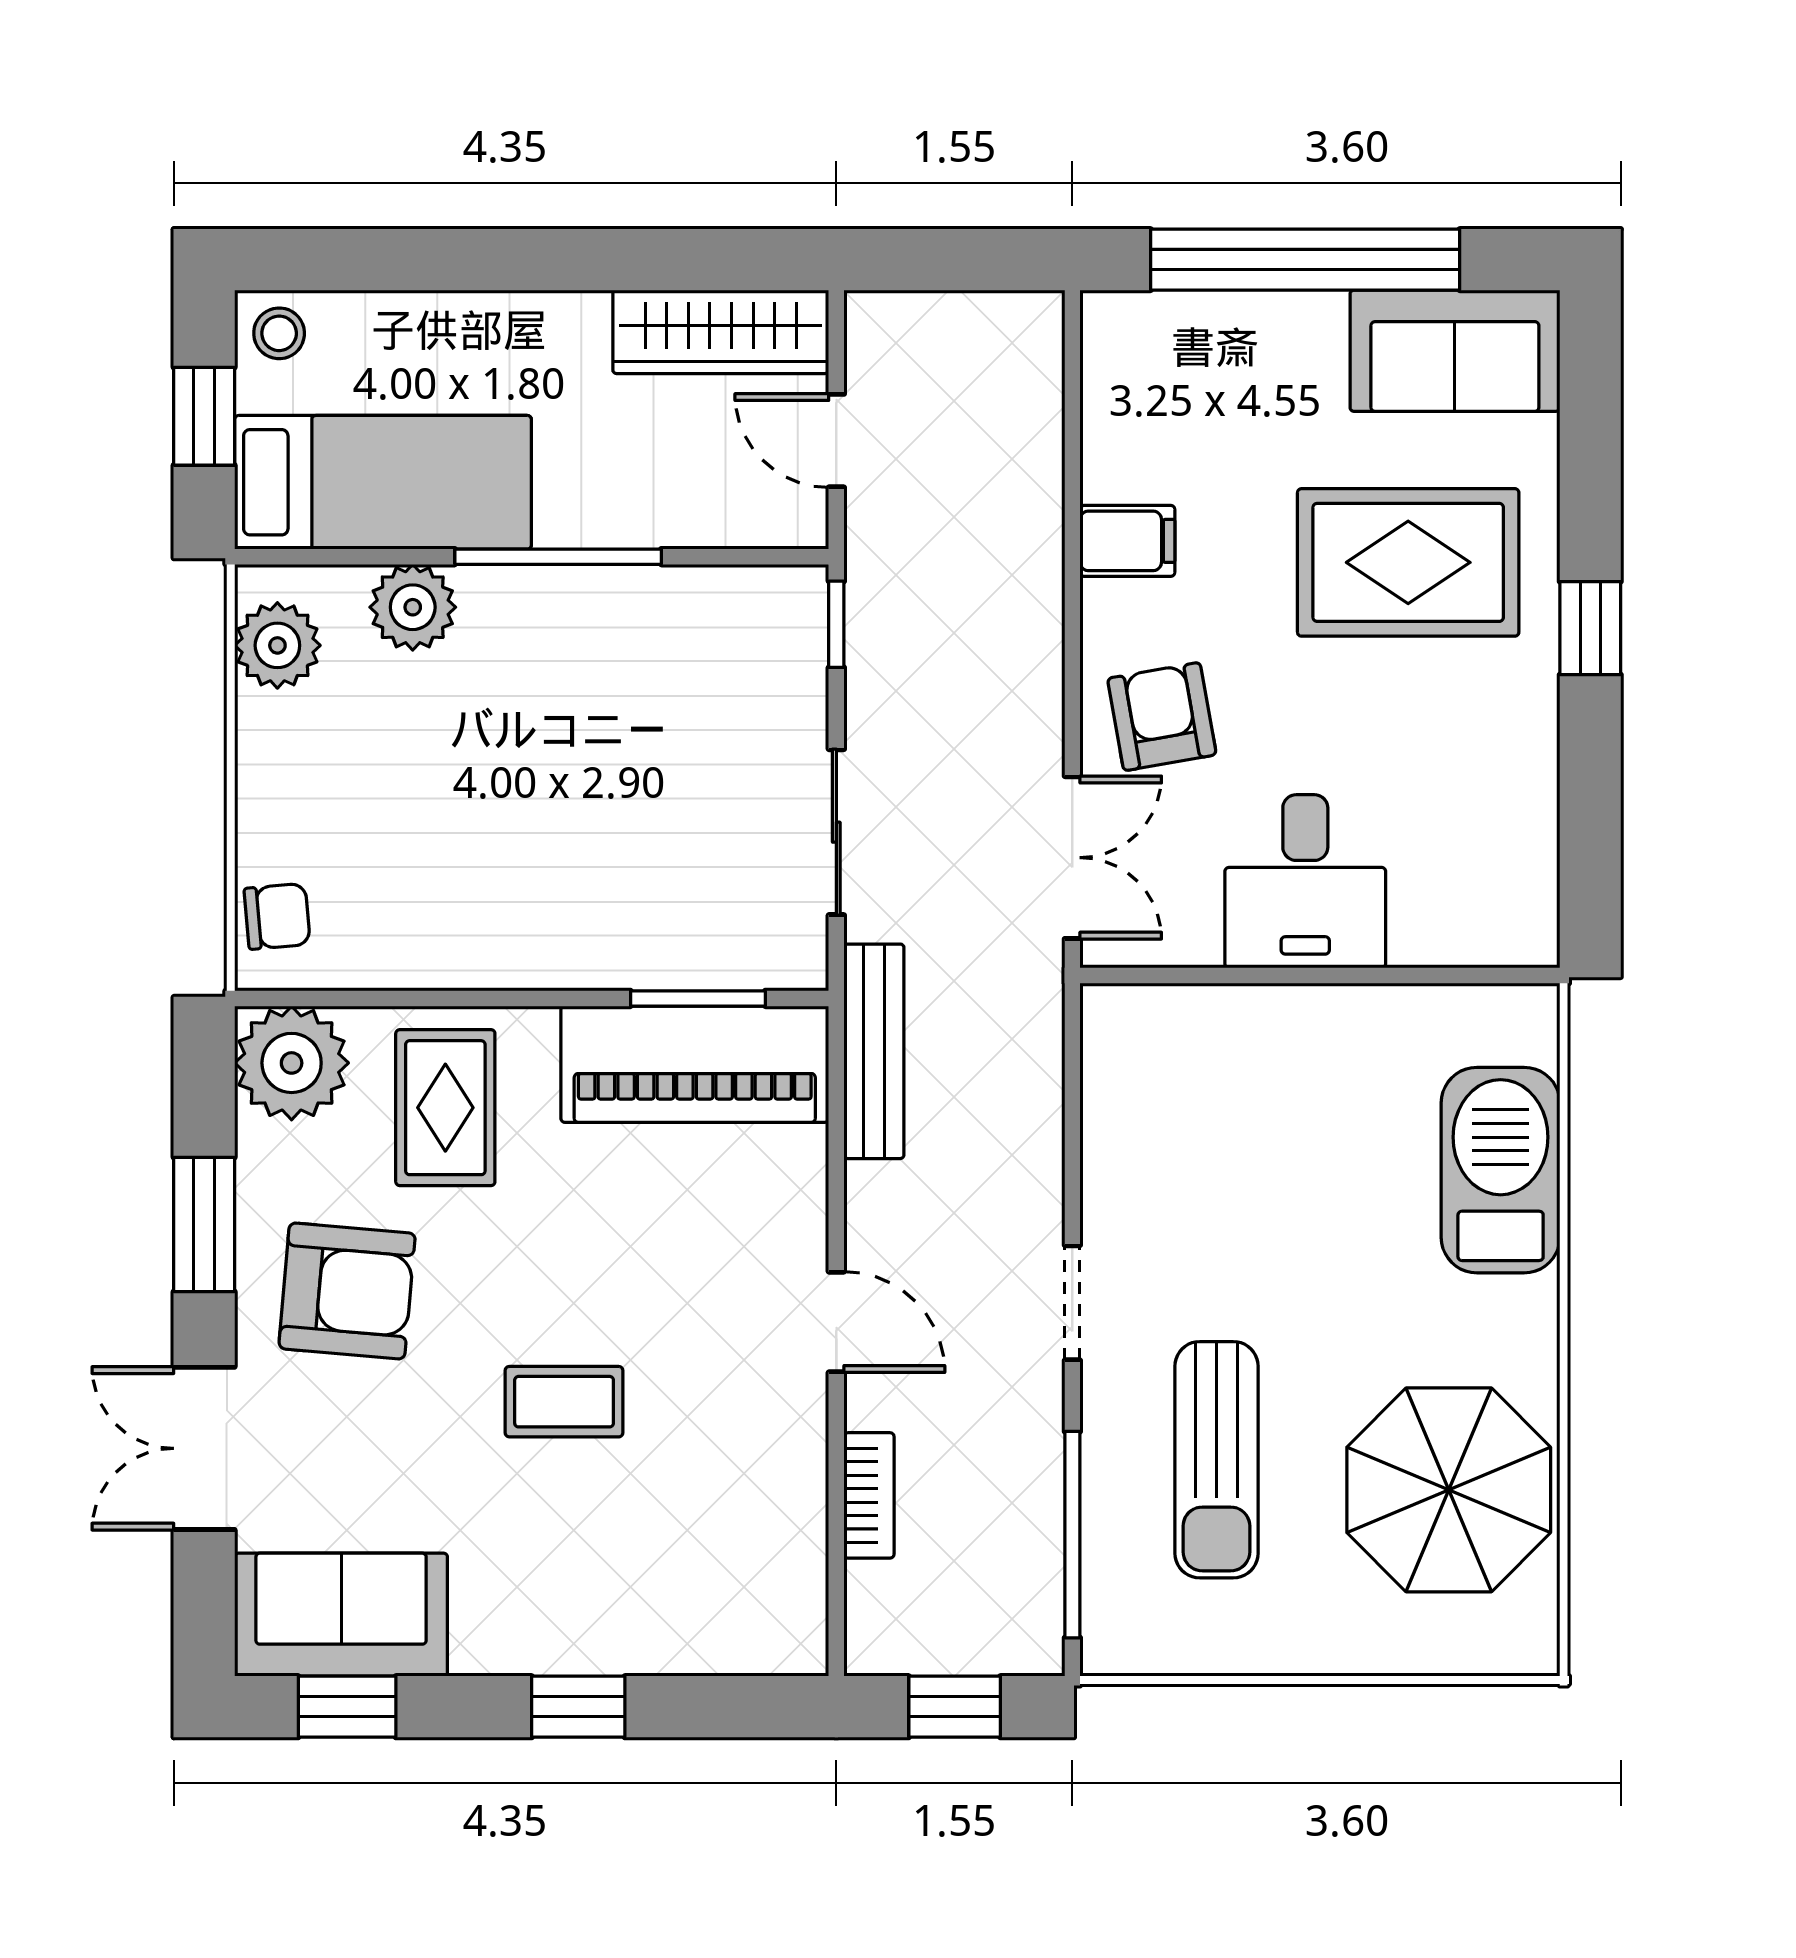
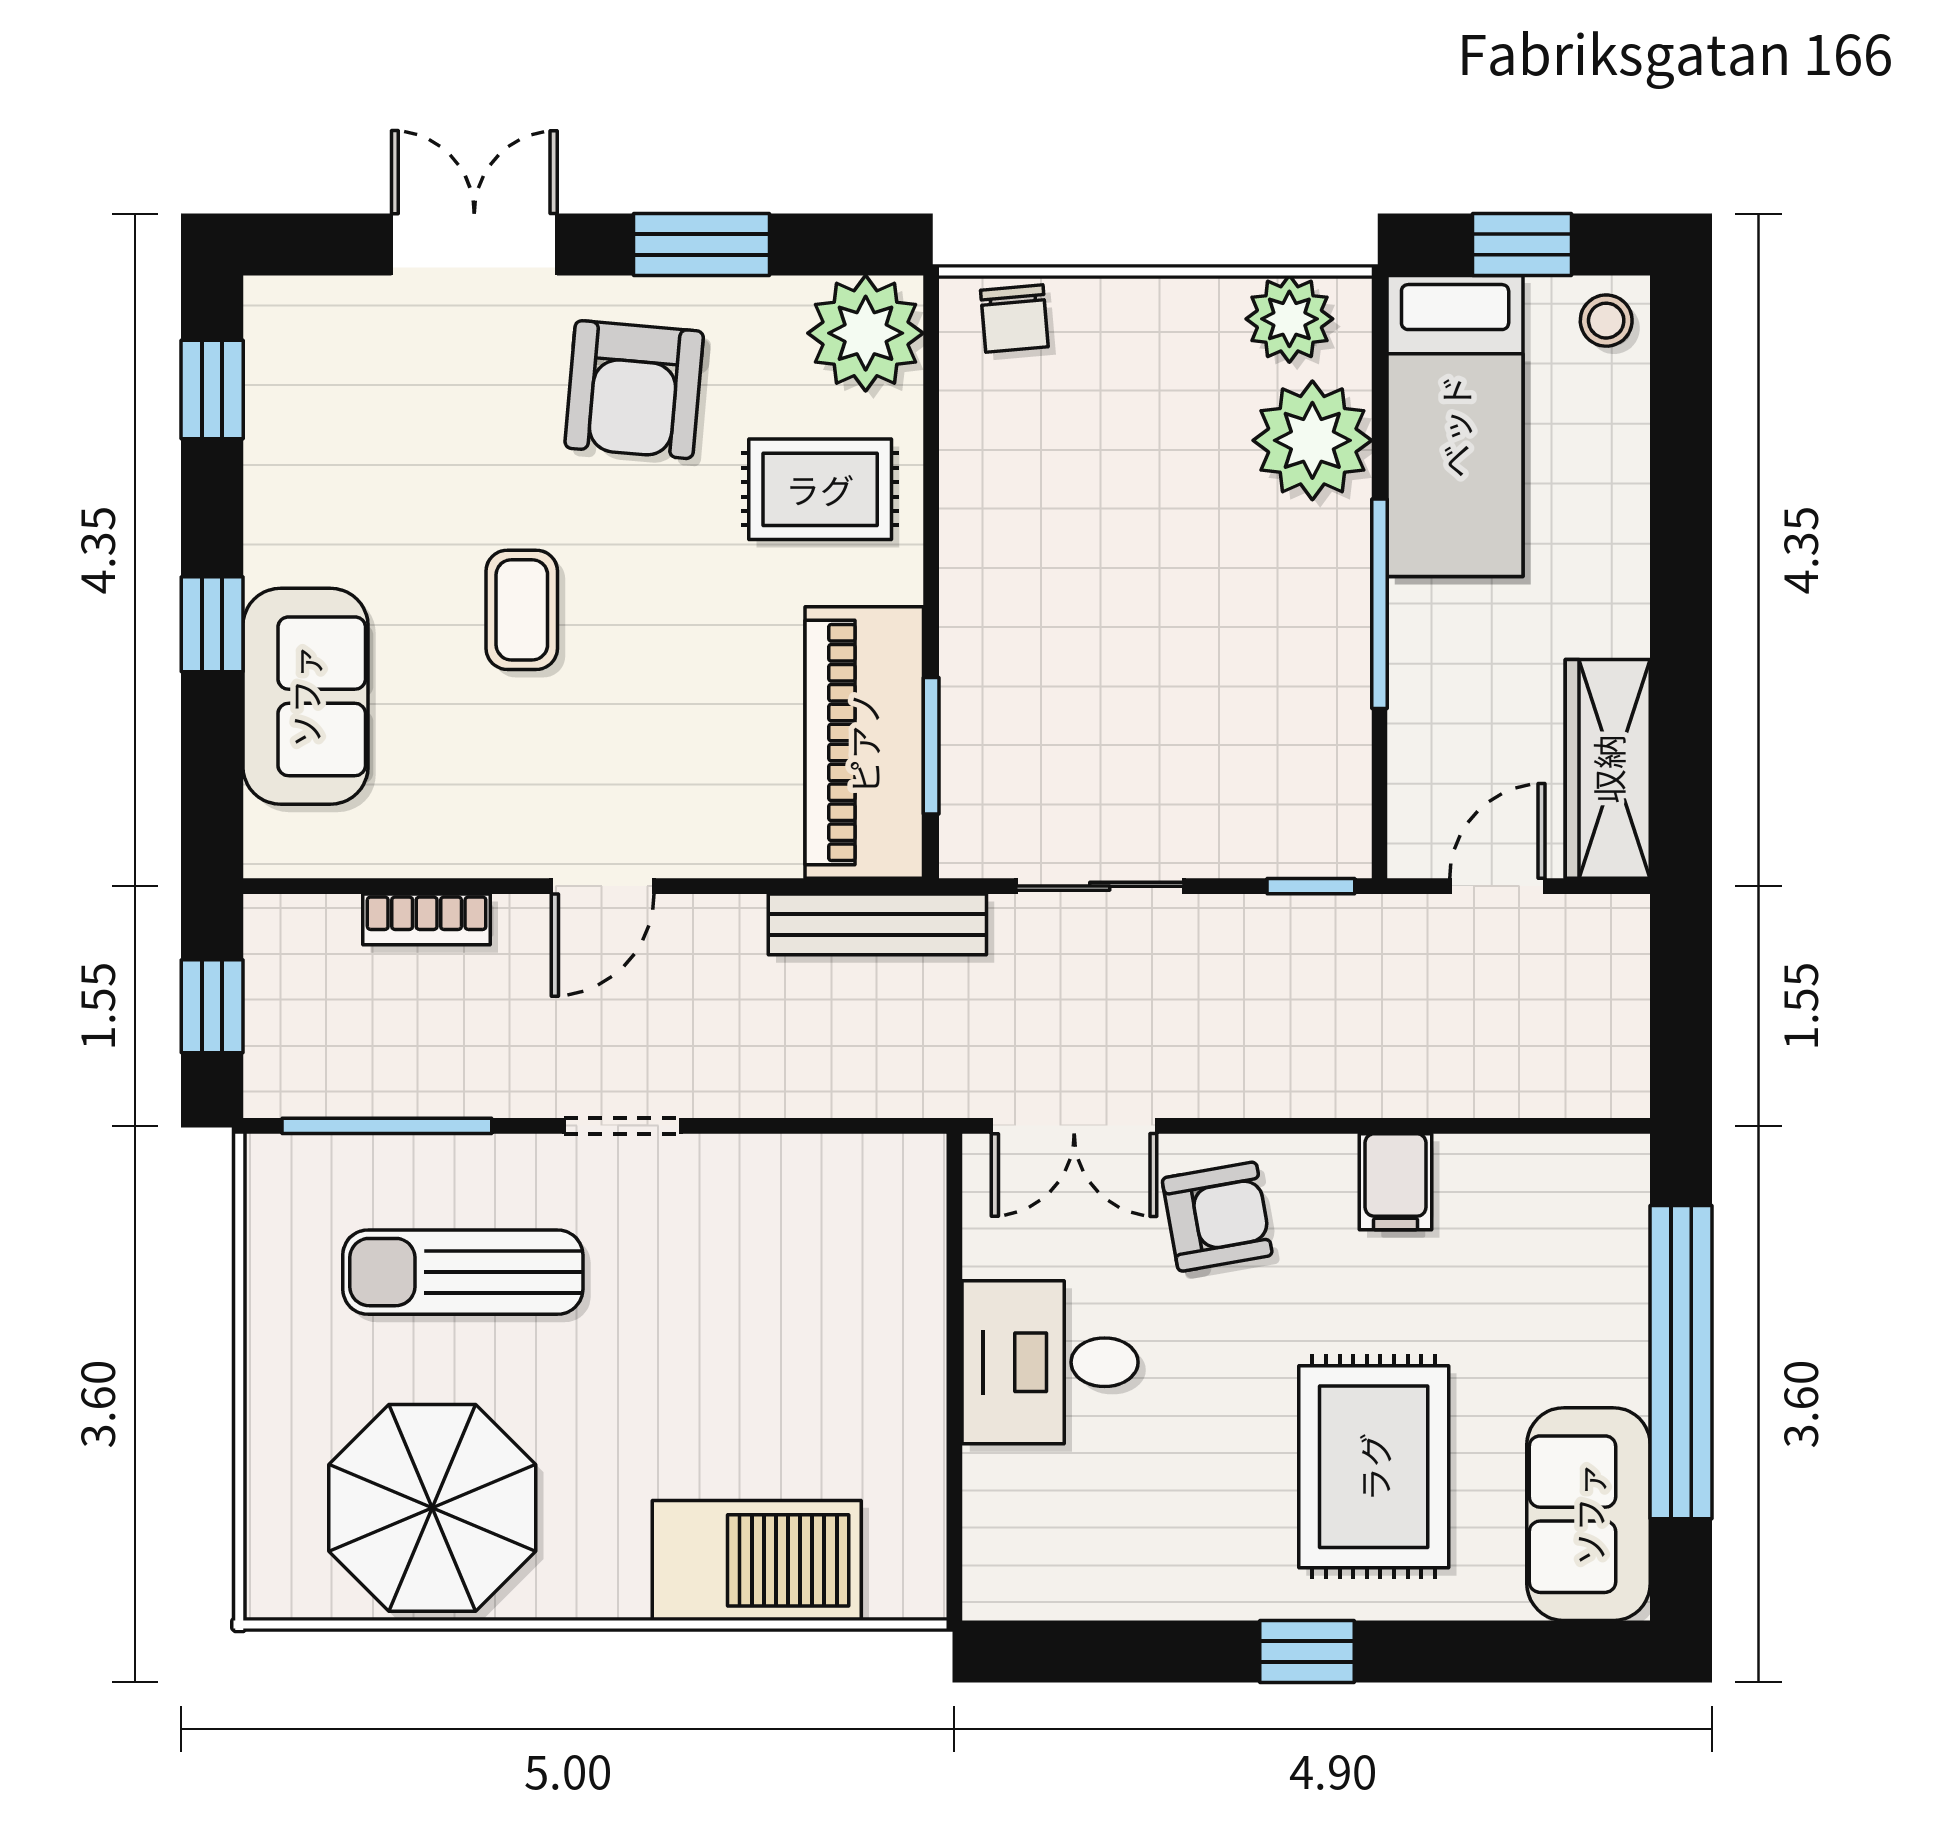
plant: (413, 607) -> (1312, 440), width x1.36, depth x1.36
sofa: (341, 1615) -> (305, 696), moved

